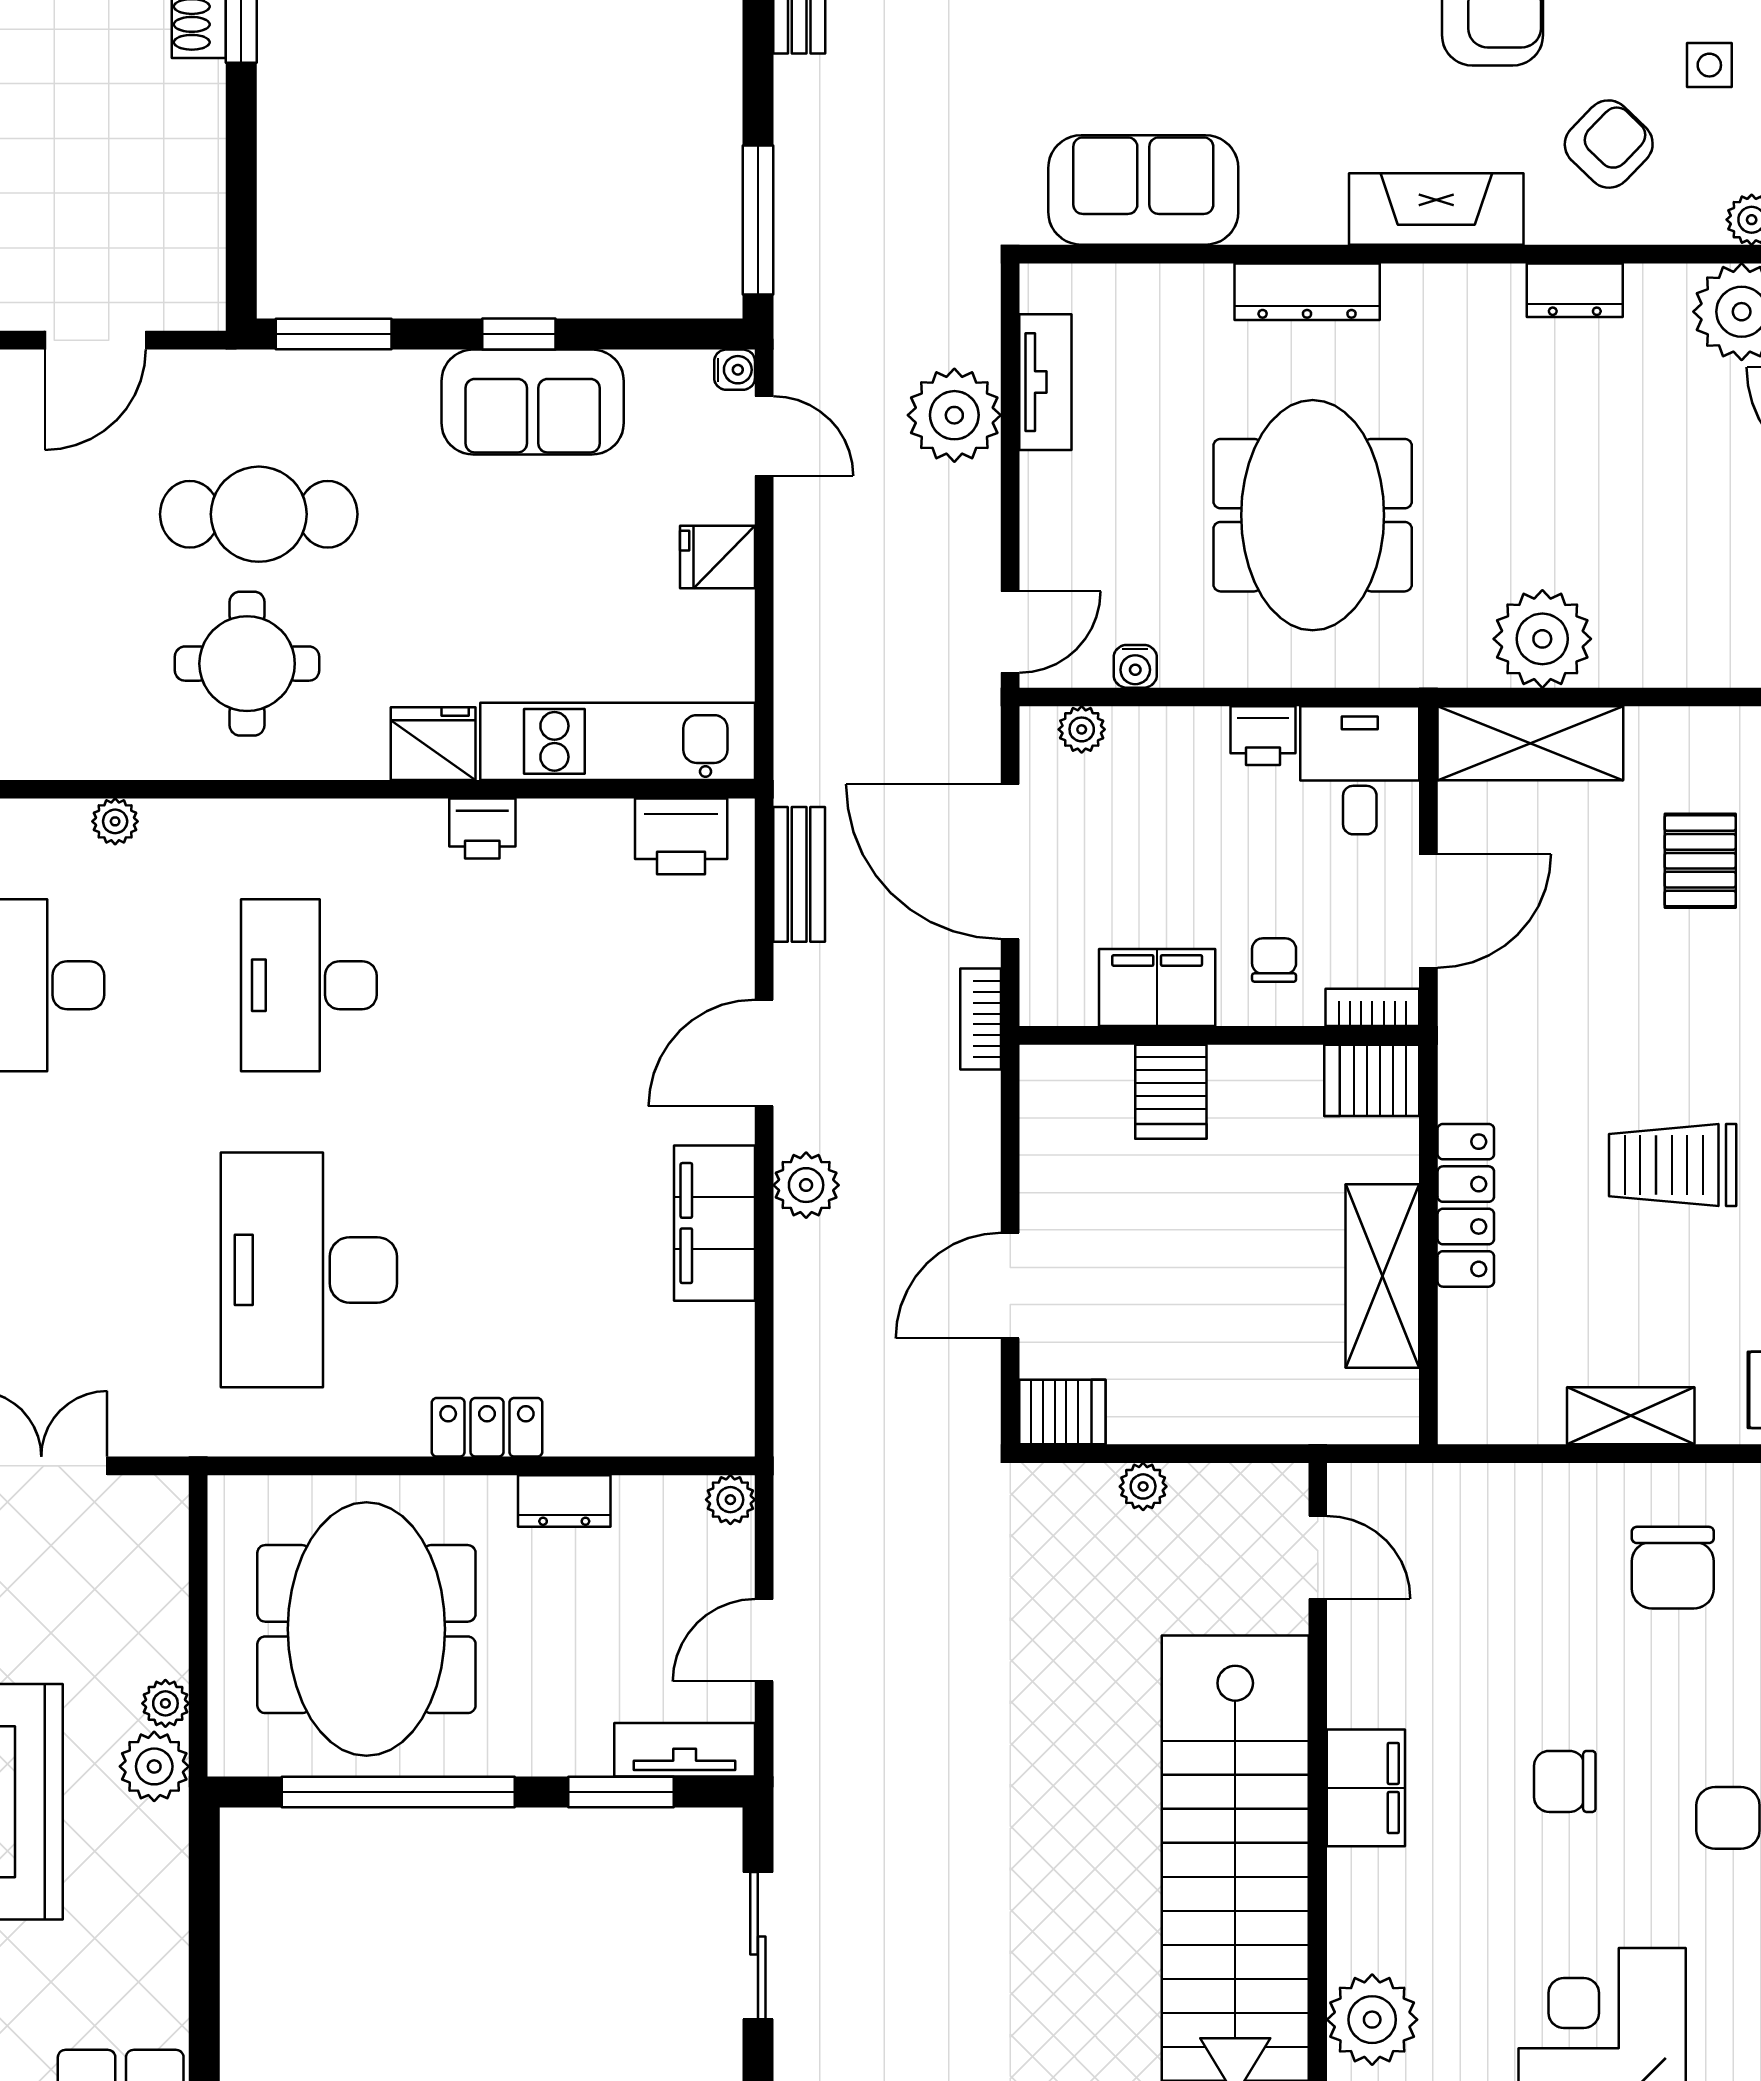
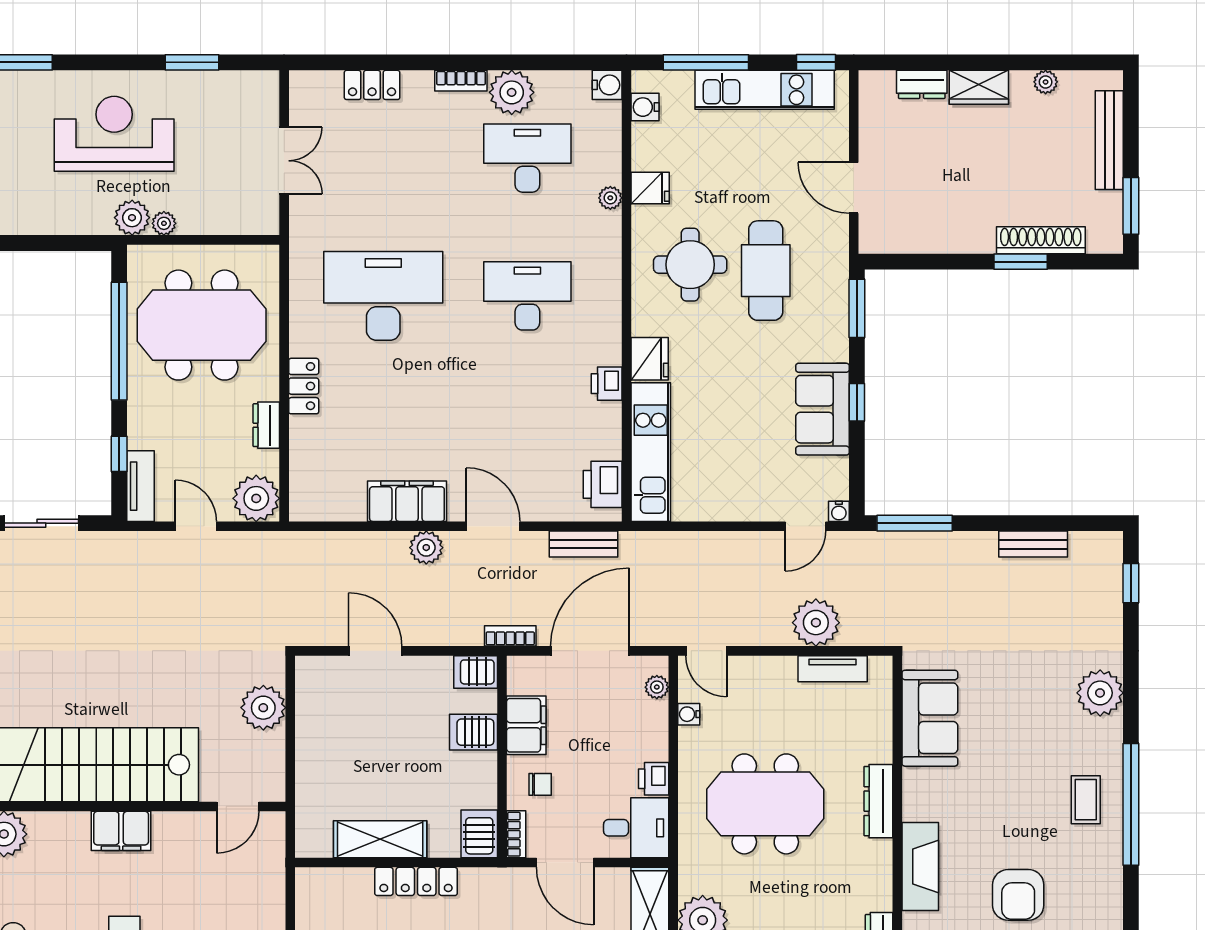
fridge: (717, 557) -> (650, 188), moved, turned 90
server rack: (1062, 1412) -> (476, 672), moved, turned 90
plant: (1143, 1486) -> (263, 708), width x1.88, depth x1.88
plant: (730, 1500) -> (256, 498), width x1.88, depth x1.88
window: (621, 1792) -> (119, 454), width x0.67

